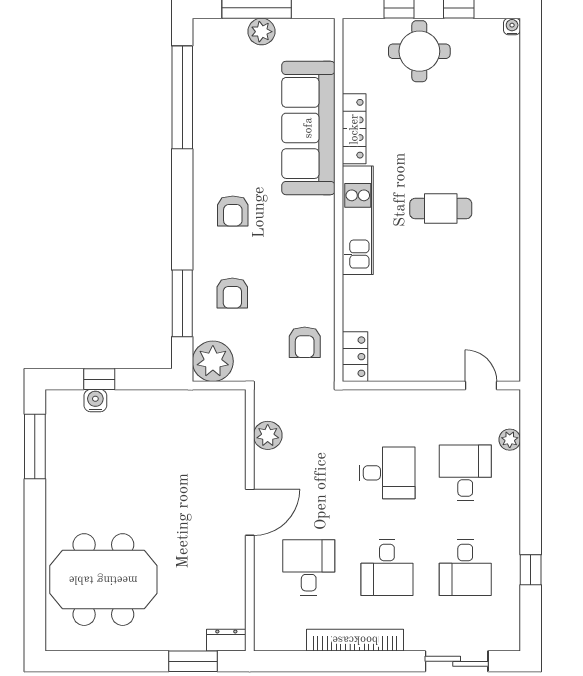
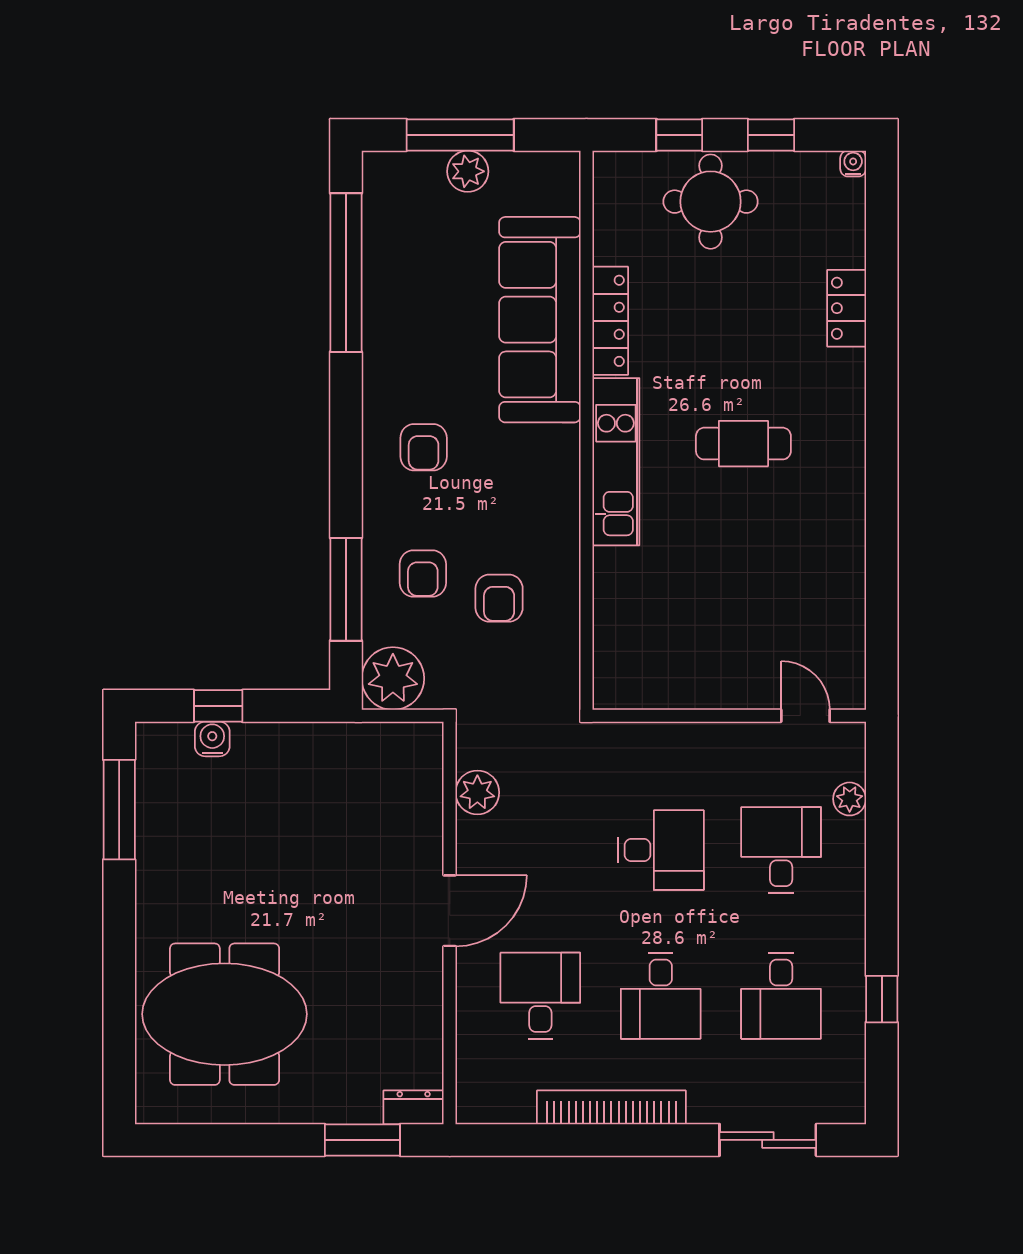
armchair: (305, 342) -> (499, 598), moved
locker: (355, 357) -> (847, 308), moved, turned 180

